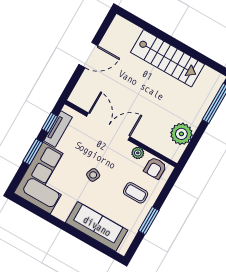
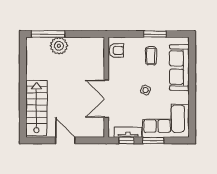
stairs: (168, 58) -> (36, 108), moved
plant: (181, 134) -> (59, 46), moved
plant: (138, 153) -> (113, 68), removed
coffee table: (136, 193) -> (151, 56), moved

